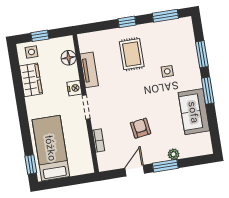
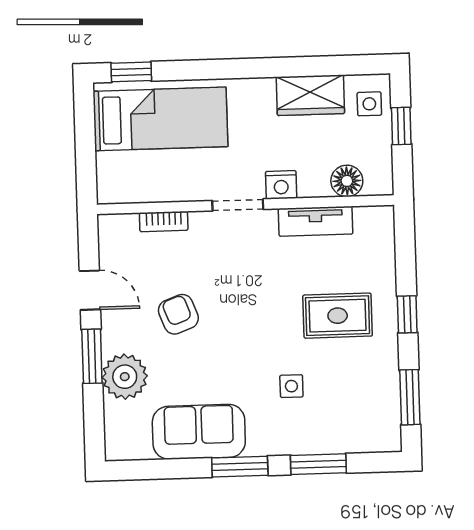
armchair: (141, 128) -> (178, 314), turned -103
plant: (174, 154) -> (125, 377), width x1.88, depth x1.88

